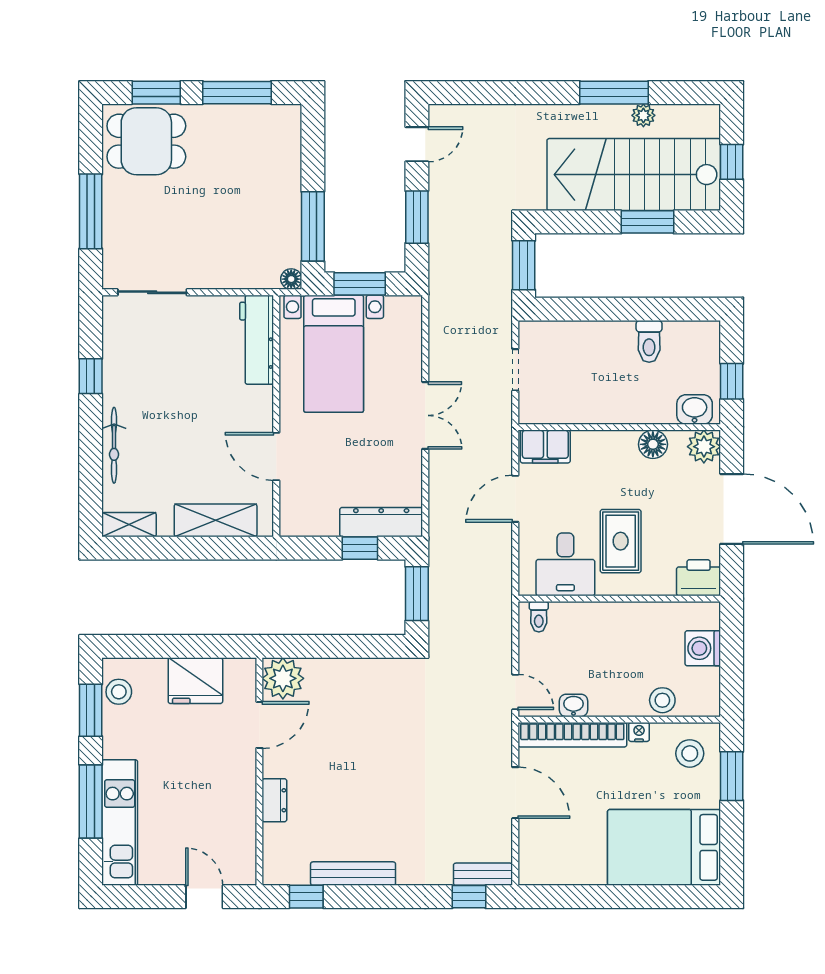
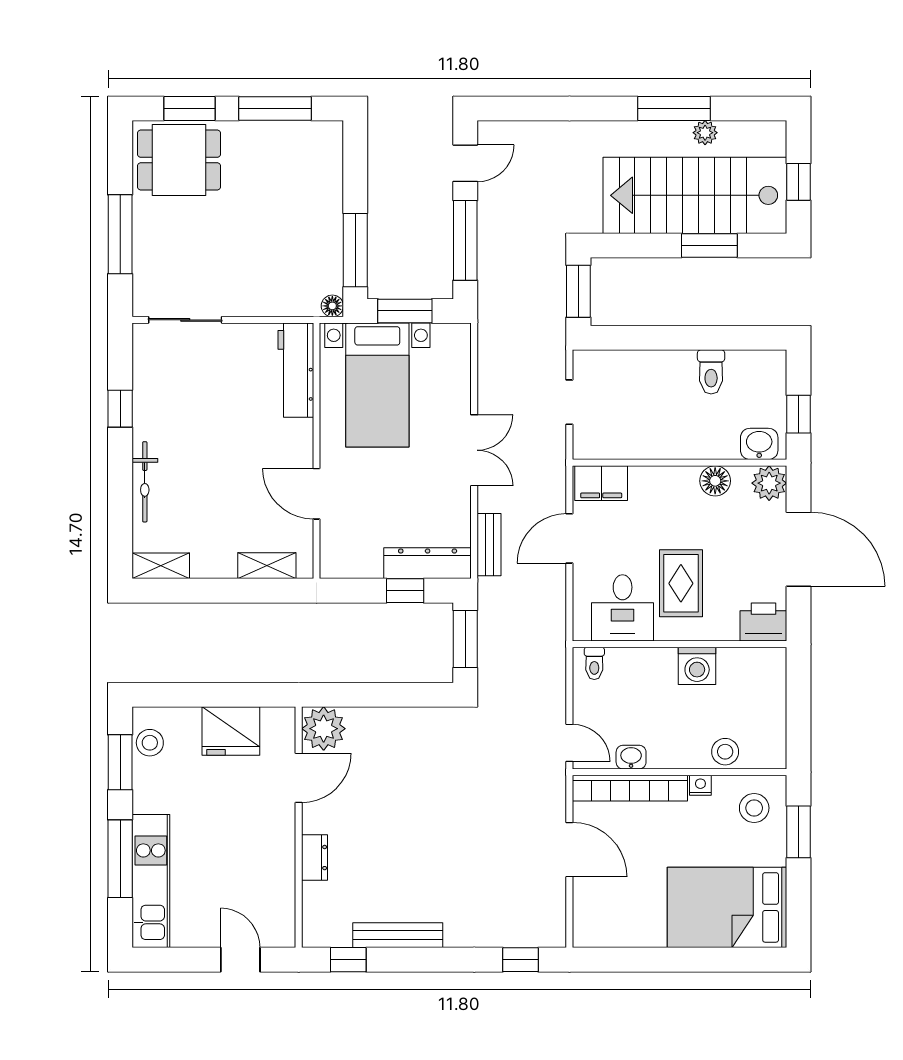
window: (417, 217) -> (465, 240), width x1.44
shelving: (216, 520) -> (267, 566), width x0.67, depth x0.75
washing machine: (703, 648) -> (697, 666), moved, turned -90
bench: (483, 874) -> (489, 545), moved, turned 90

